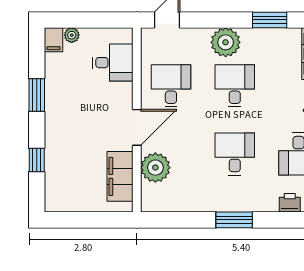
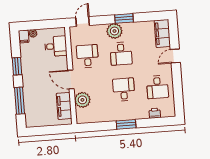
window: (270, 20) -> (124, 18), moved
desk: (235, 86) -> (121, 54), turned 180
door: (137, 127) -> (71, 79), swing flipped
window: (37, 160) -> (20, 101), width x2.17

